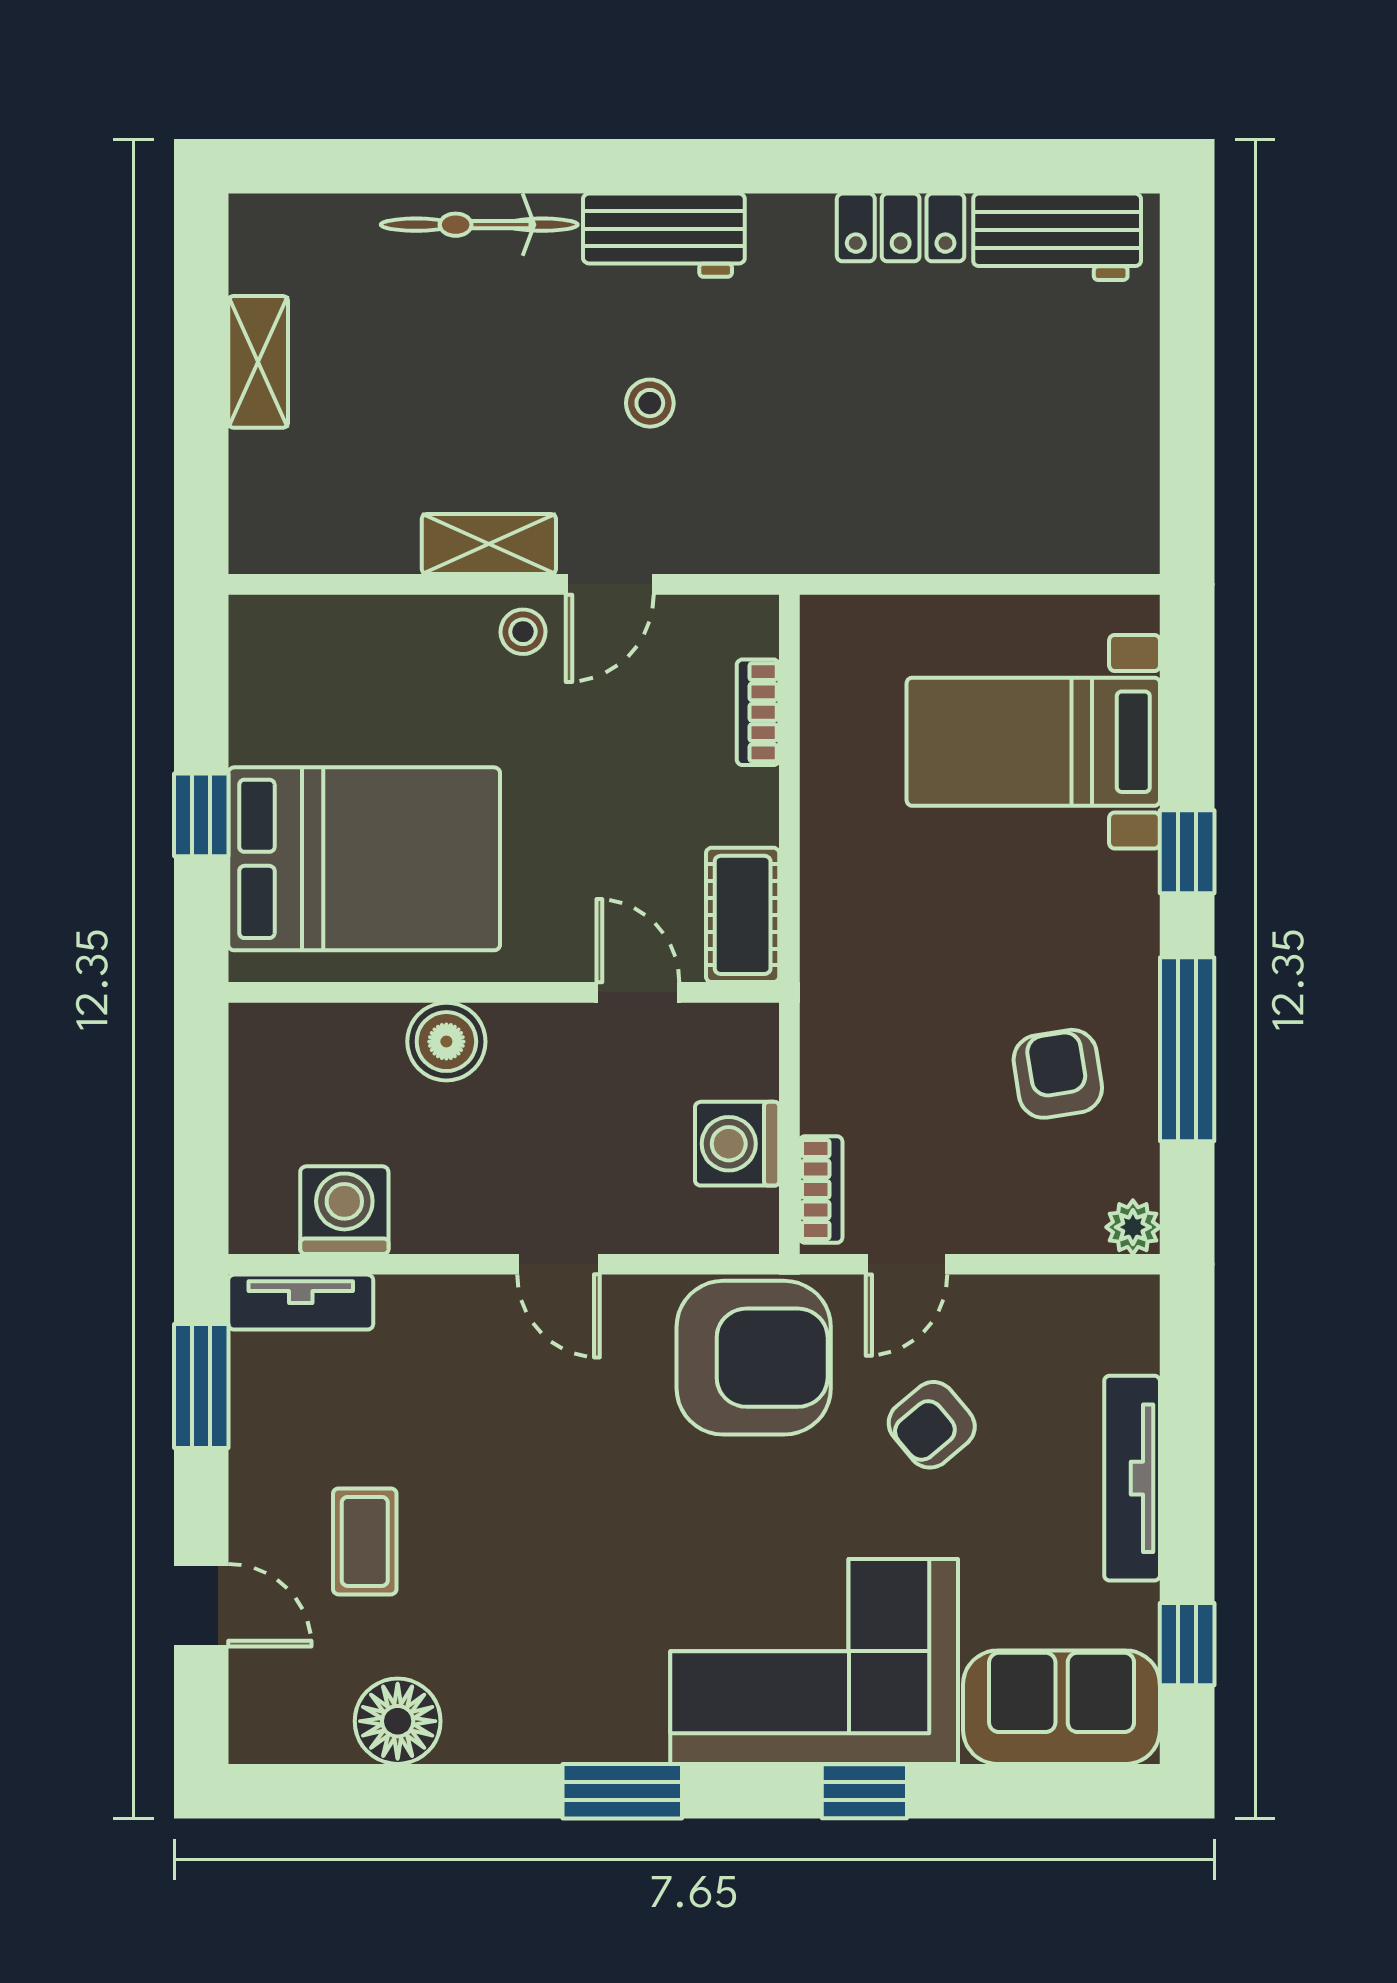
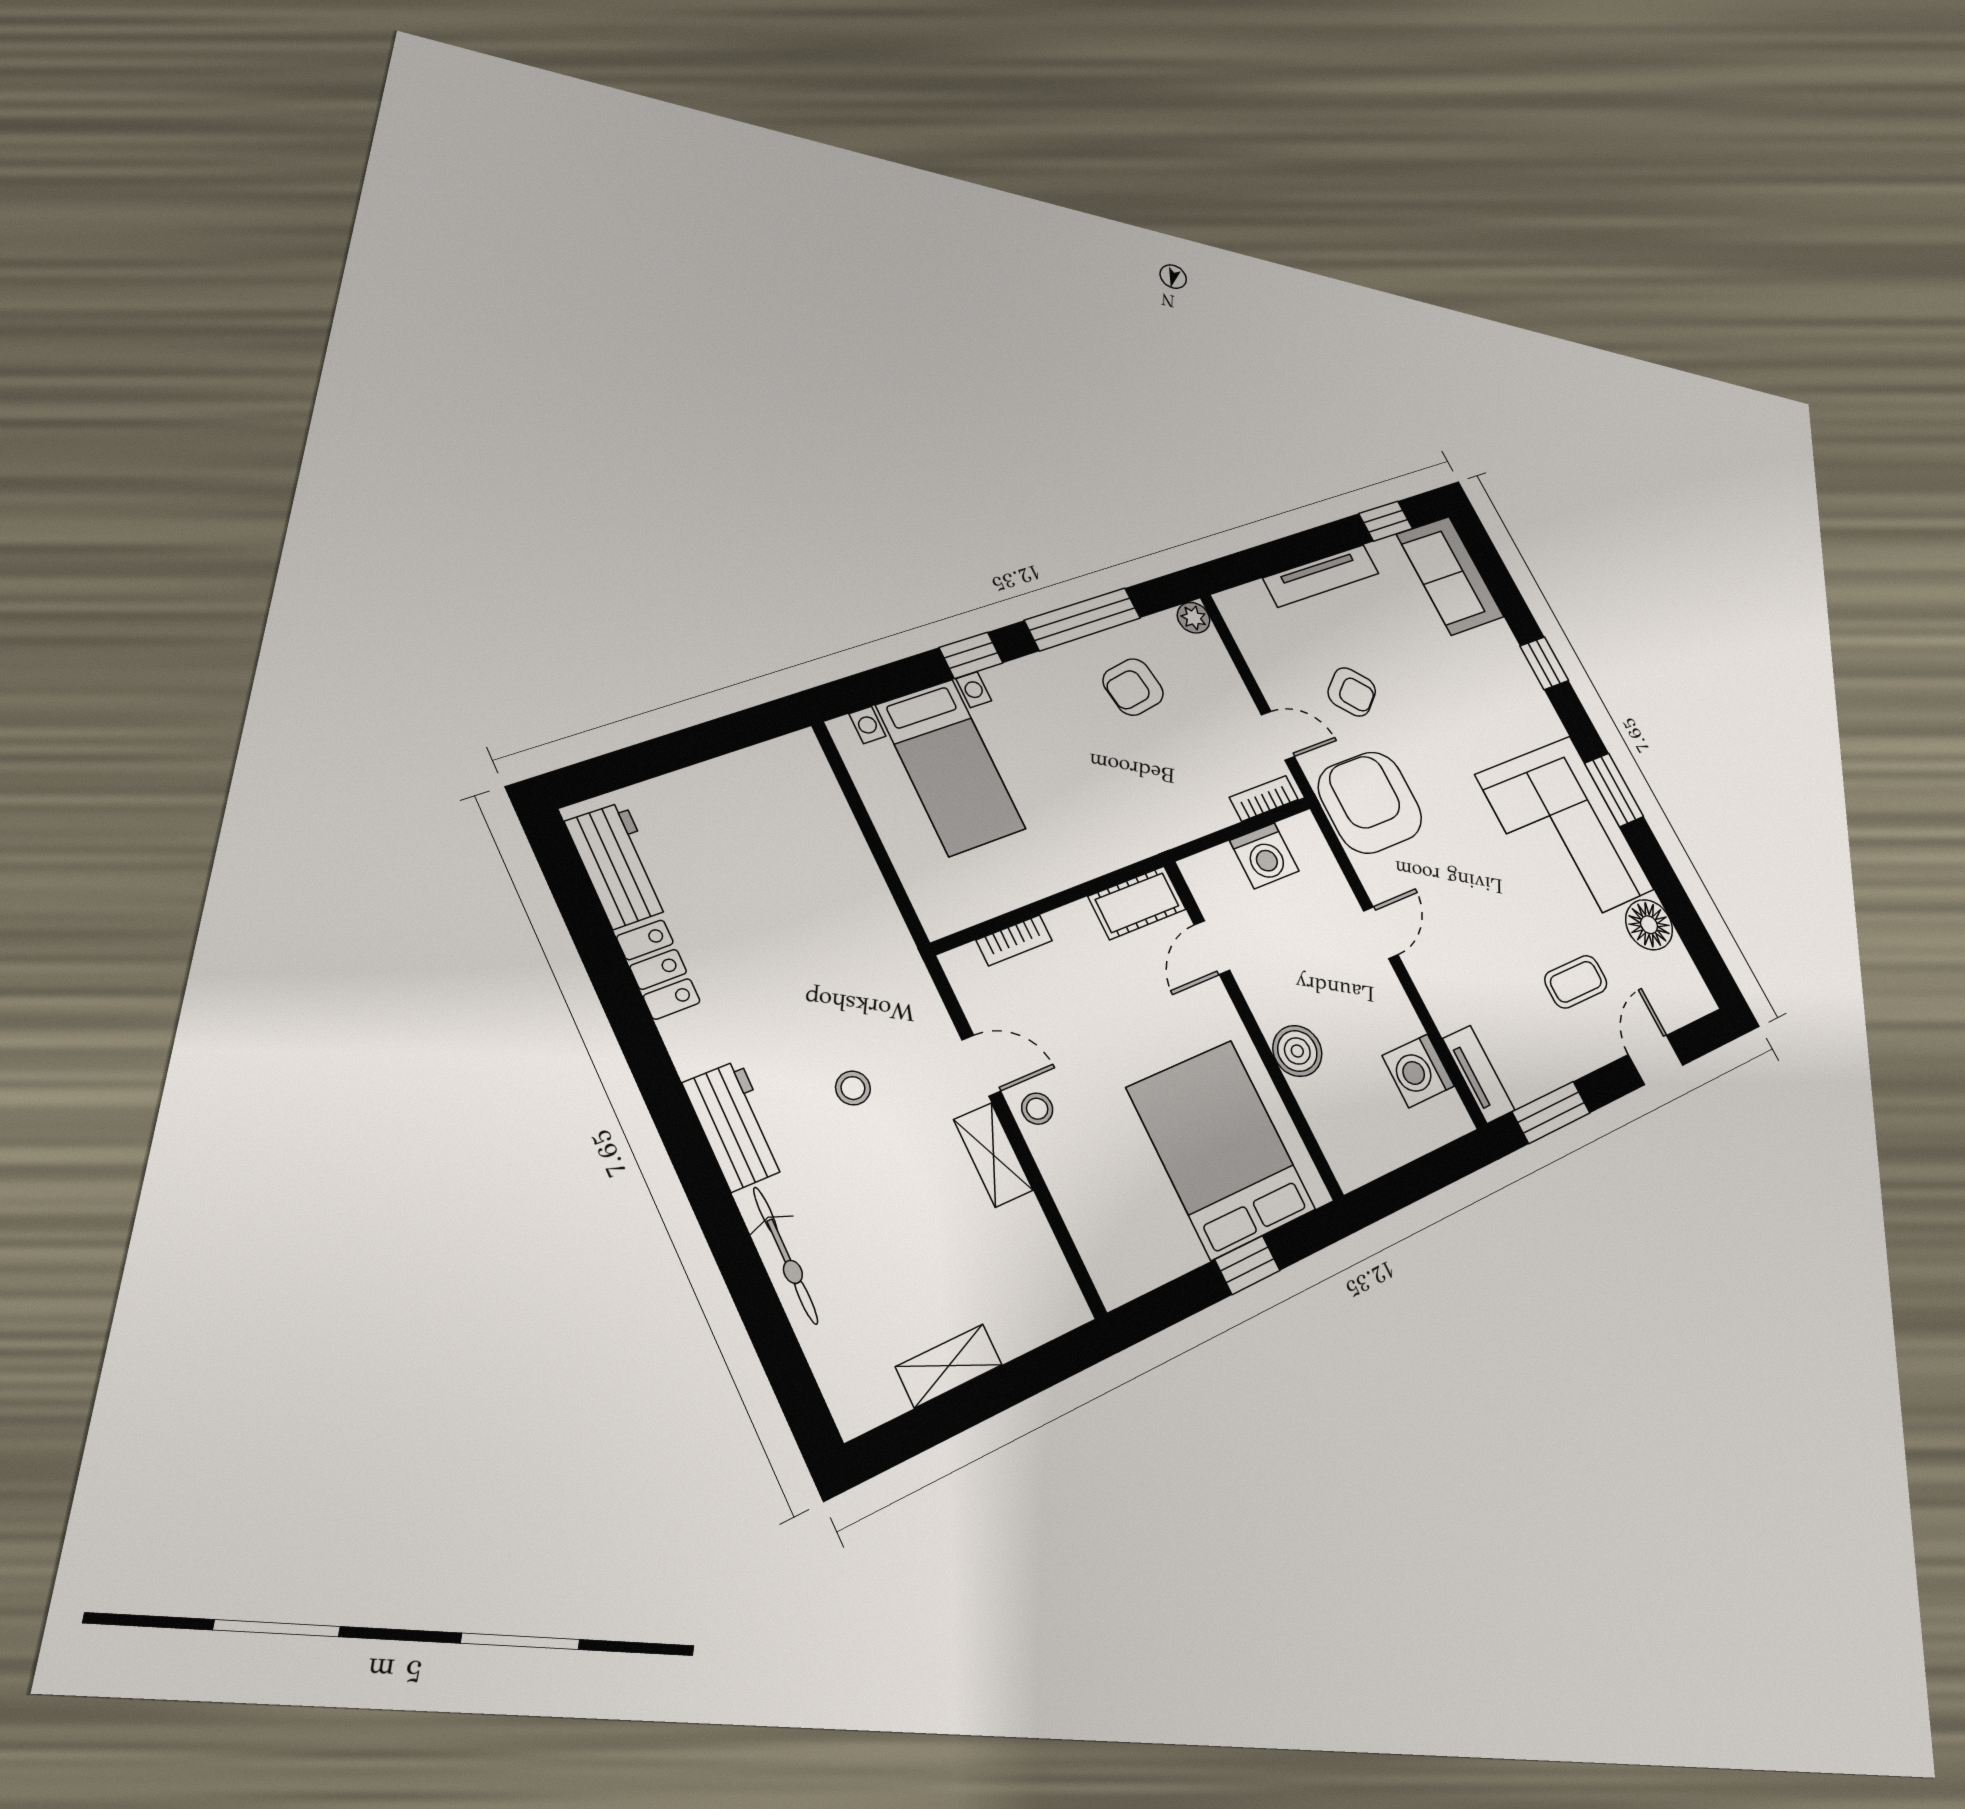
corner sofa: (814, 1661) -> (1565, 832), moved

